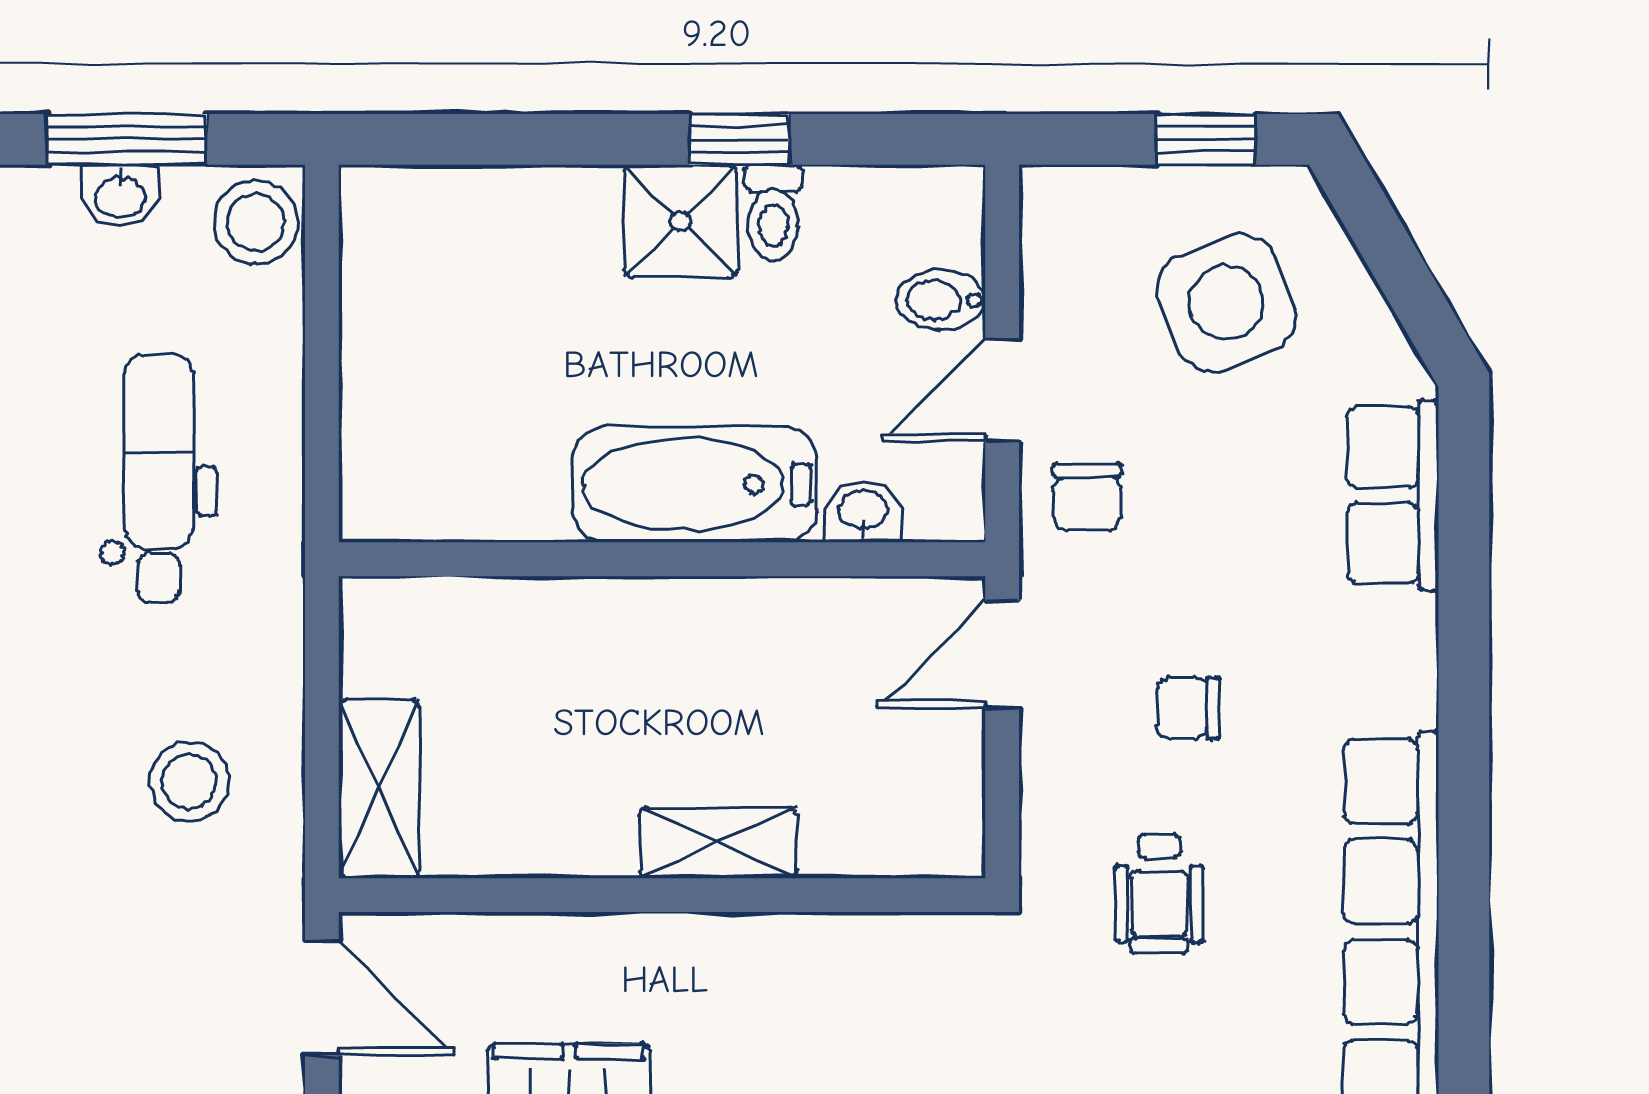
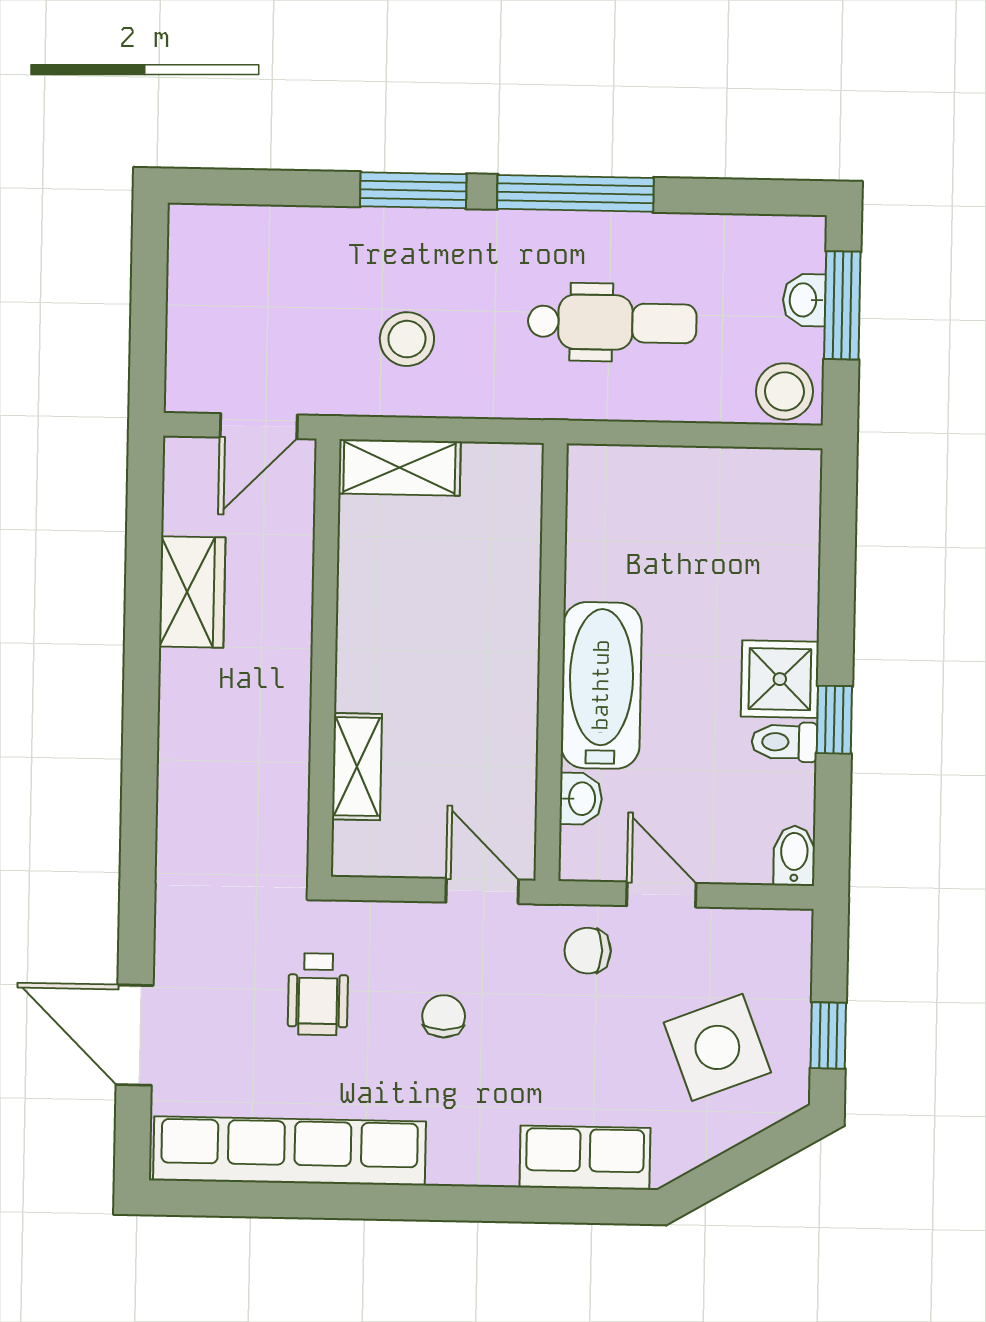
bidet: (941, 300) -> (794, 856), moved
shelving: (718, 843) -> (357, 767), moved
wheelchair: (1159, 894) -> (318, 994), turned -90

